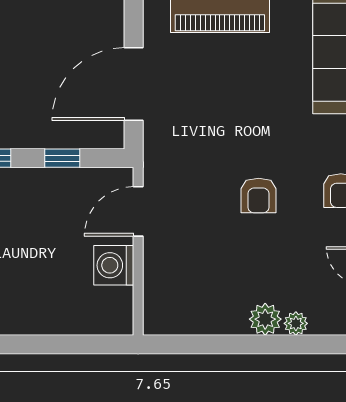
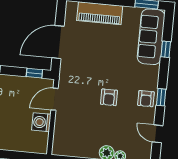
window: (62, 158) -> (34, 73), moved

